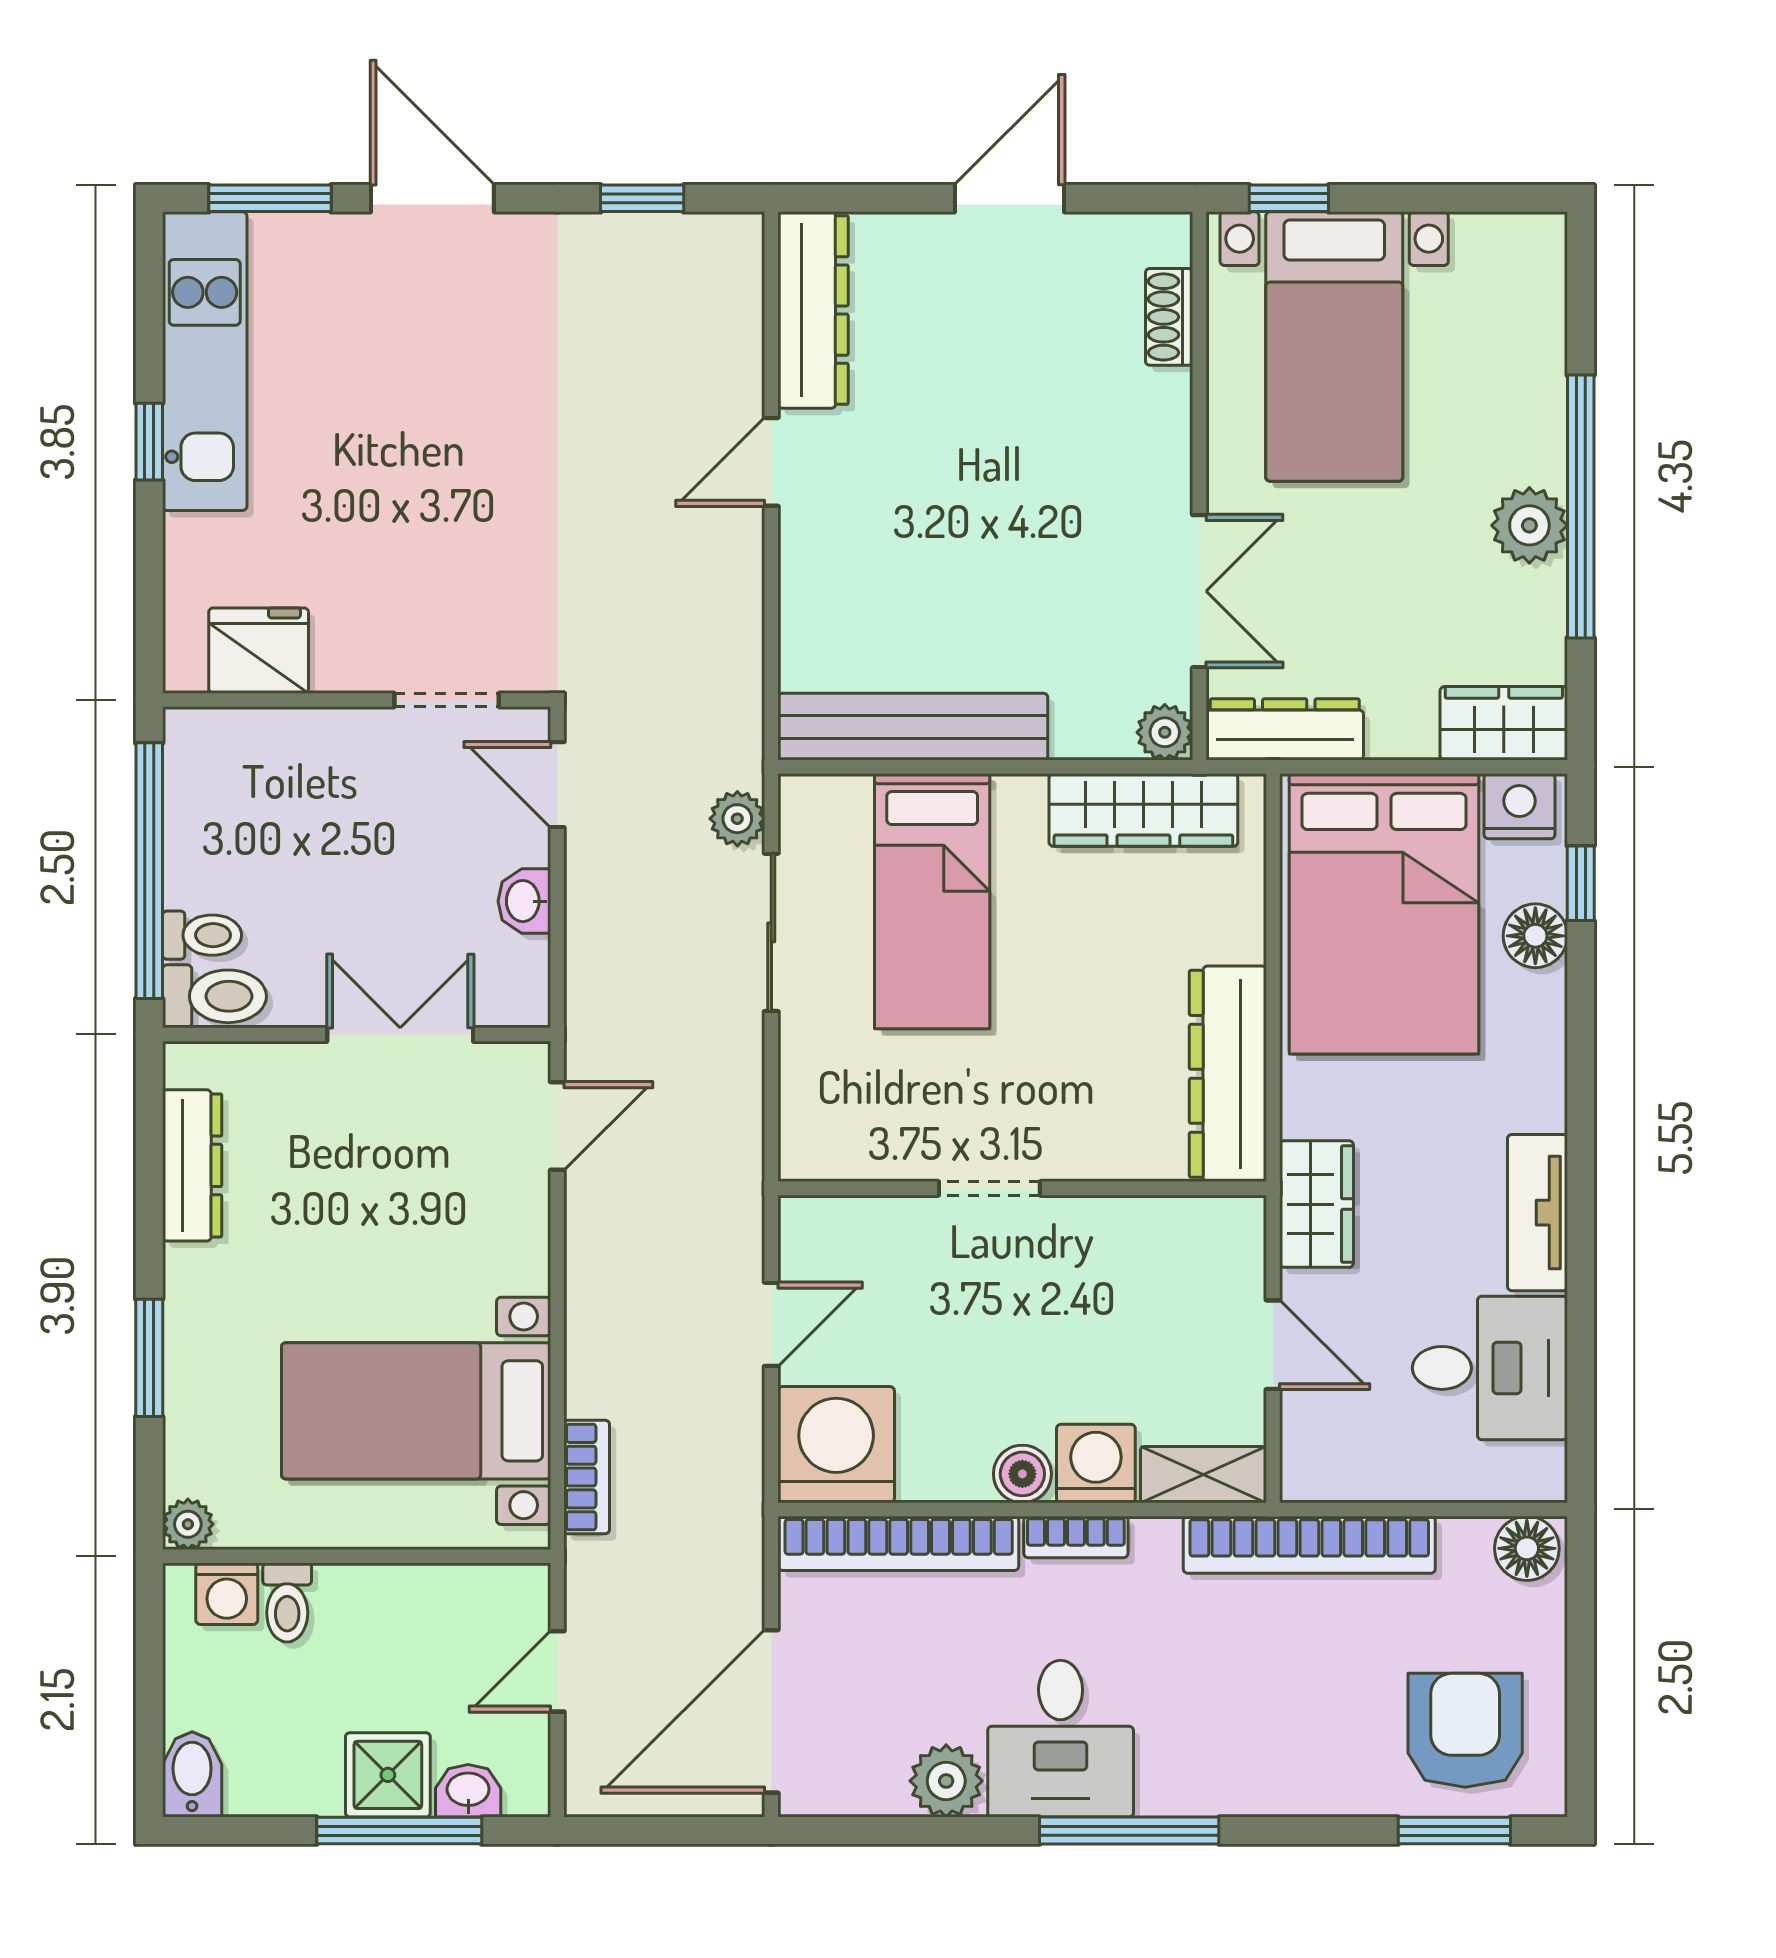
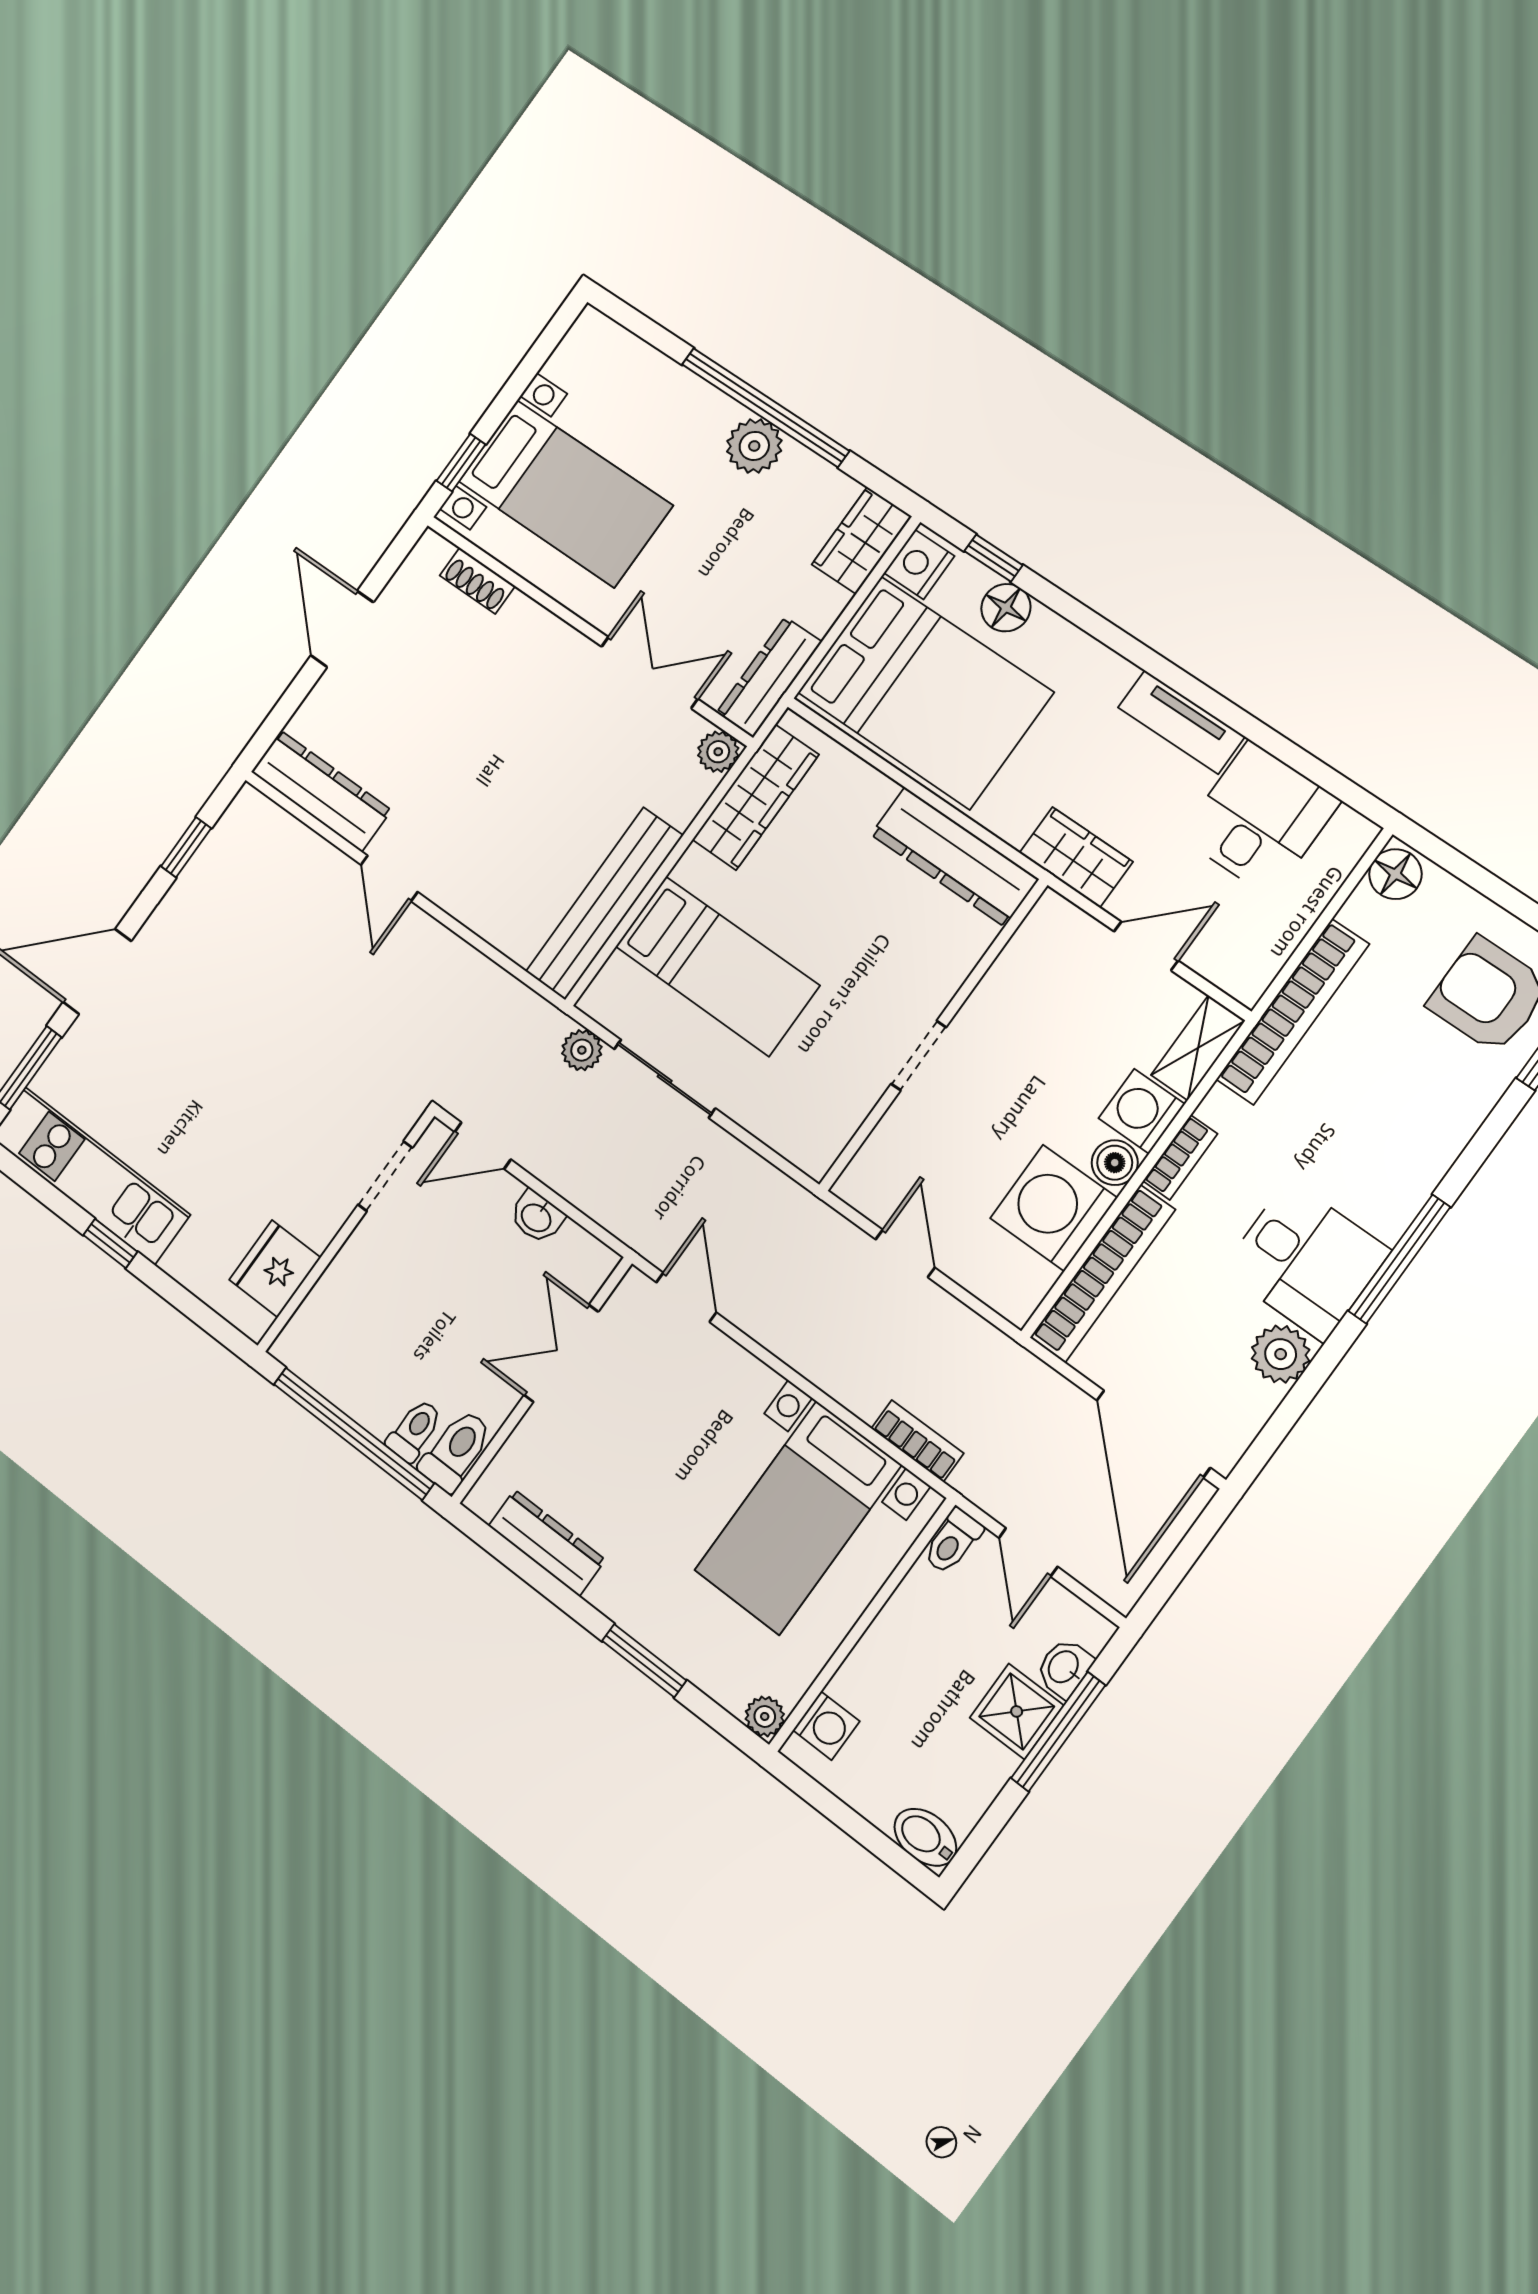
washing machine: (836, 1445) -> (1054, 1208), moved
toilet: (287, 1603) -> (953, 1541), moved, turned 90

